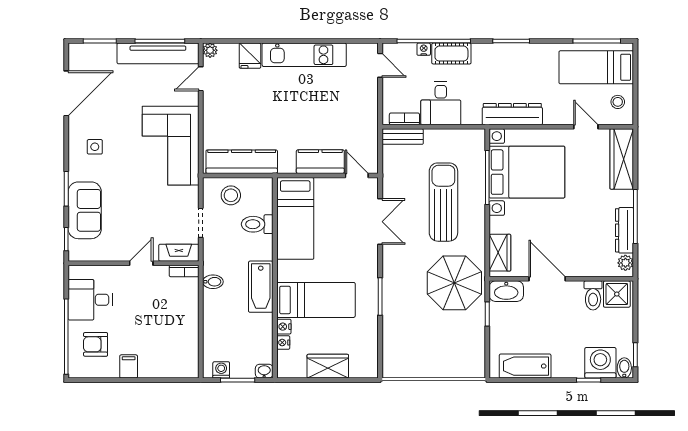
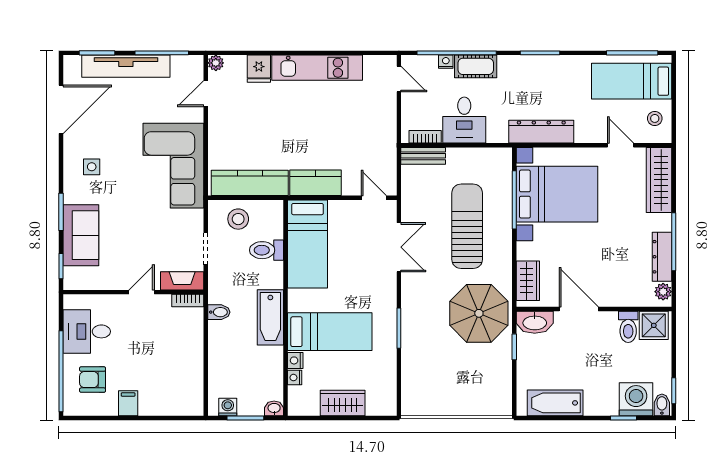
tv unit: (158, 53) -> (126, 66), moved
kitchen counter: (320, 162) -> (316, 183), moved

